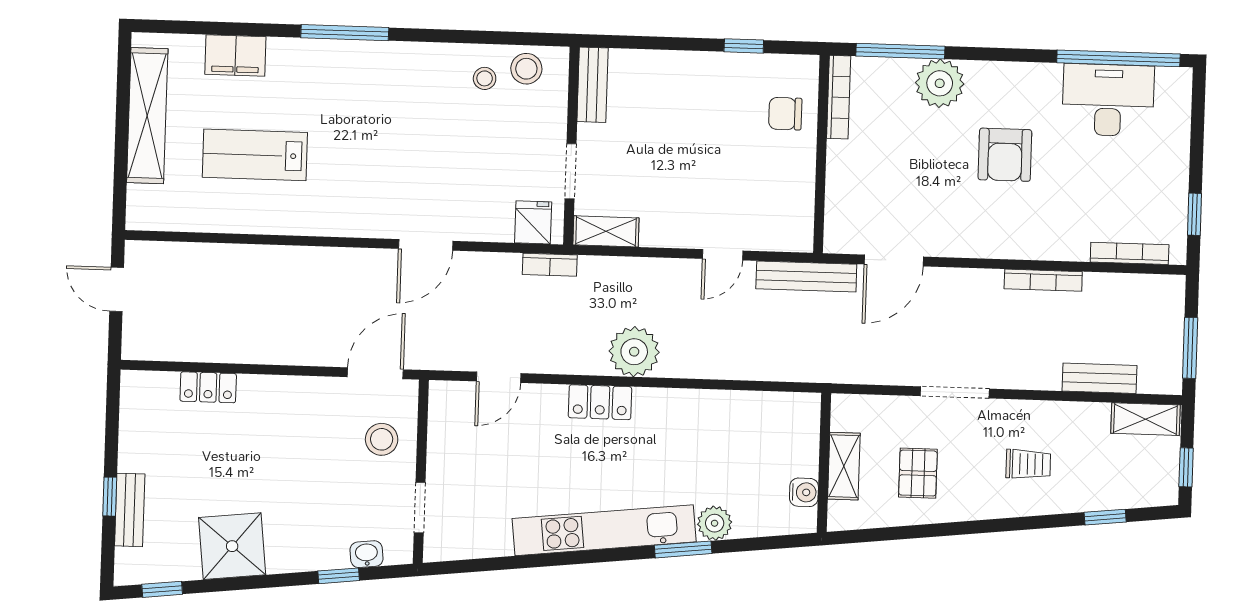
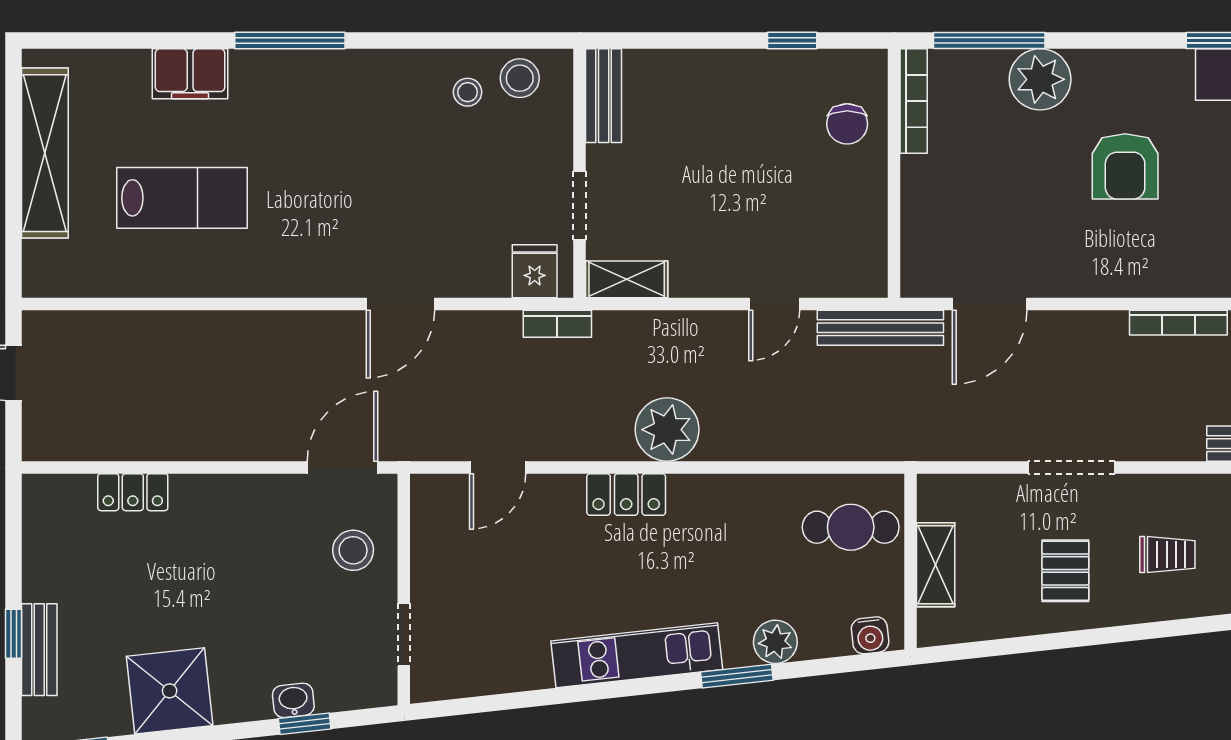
filing cabinet: (235, 55) -> (190, 74), moved
chair: (785, 114) -> (847, 124), turned -90
lab bench: (255, 155) -> (182, 198), turned 180
cafe table: (777, 434) -> (851, 527), added
pallet: (918, 473) -> (1065, 571), moved
water cooler: (804, 492) -> (870, 635), moved, turned 84
kitchen unit: (604, 530) -> (637, 655), width x0.73
washbasin: (367, 554) -> (293, 700), moved

